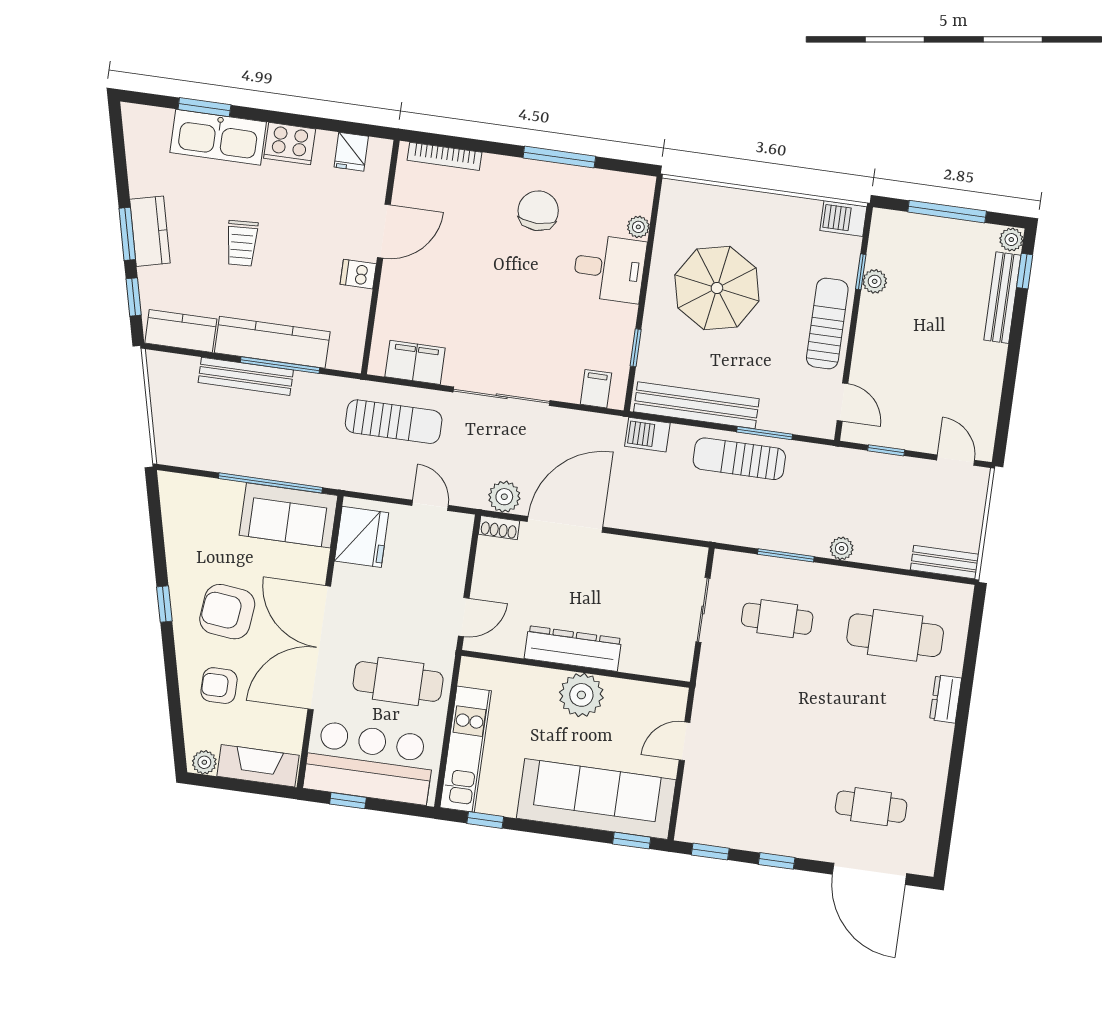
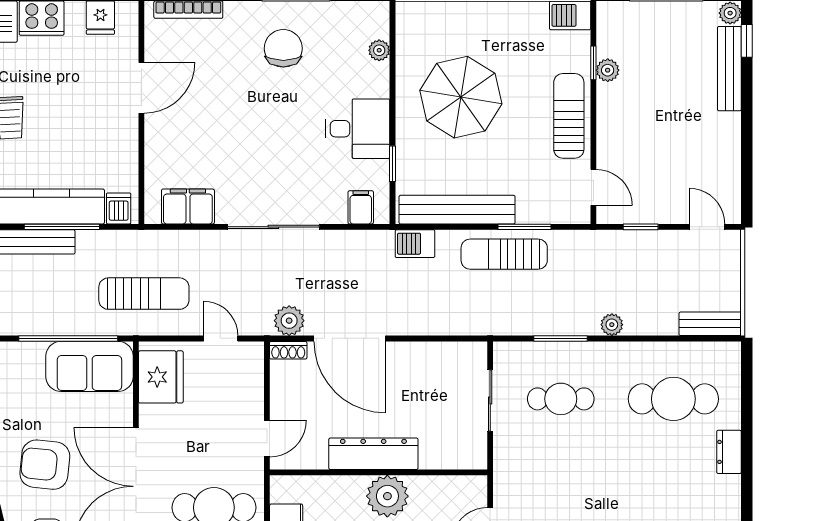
desk: (609, 268) -> (357, 129), moved
dishwasher: (358, 274) -> (119, 208), moved, turned 90
sun lounger: (394, 422) -> (144, 294), moved
door: (565, 524) -> (350, 338), swing flipped

